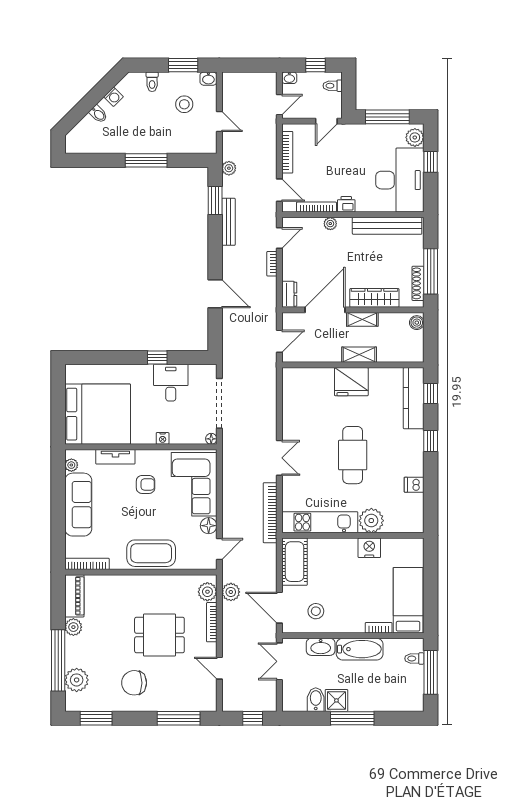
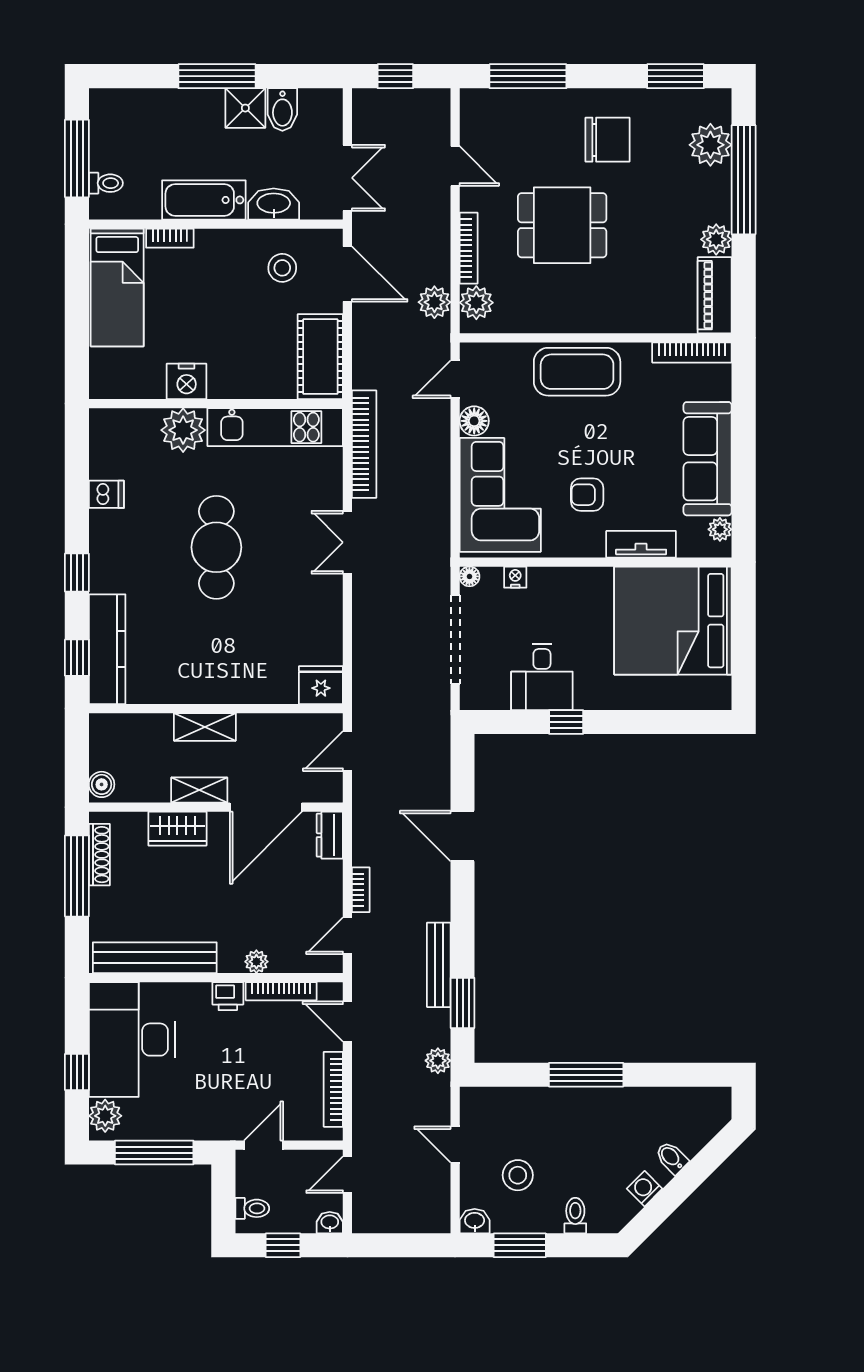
wardrobe: (374, 298) -> (177, 829), width x0.67
fridge: (351, 382) -> (321, 685), moved, width x0.73, depth x0.75
nightstand: (163, 438) -> (515, 577), moved

